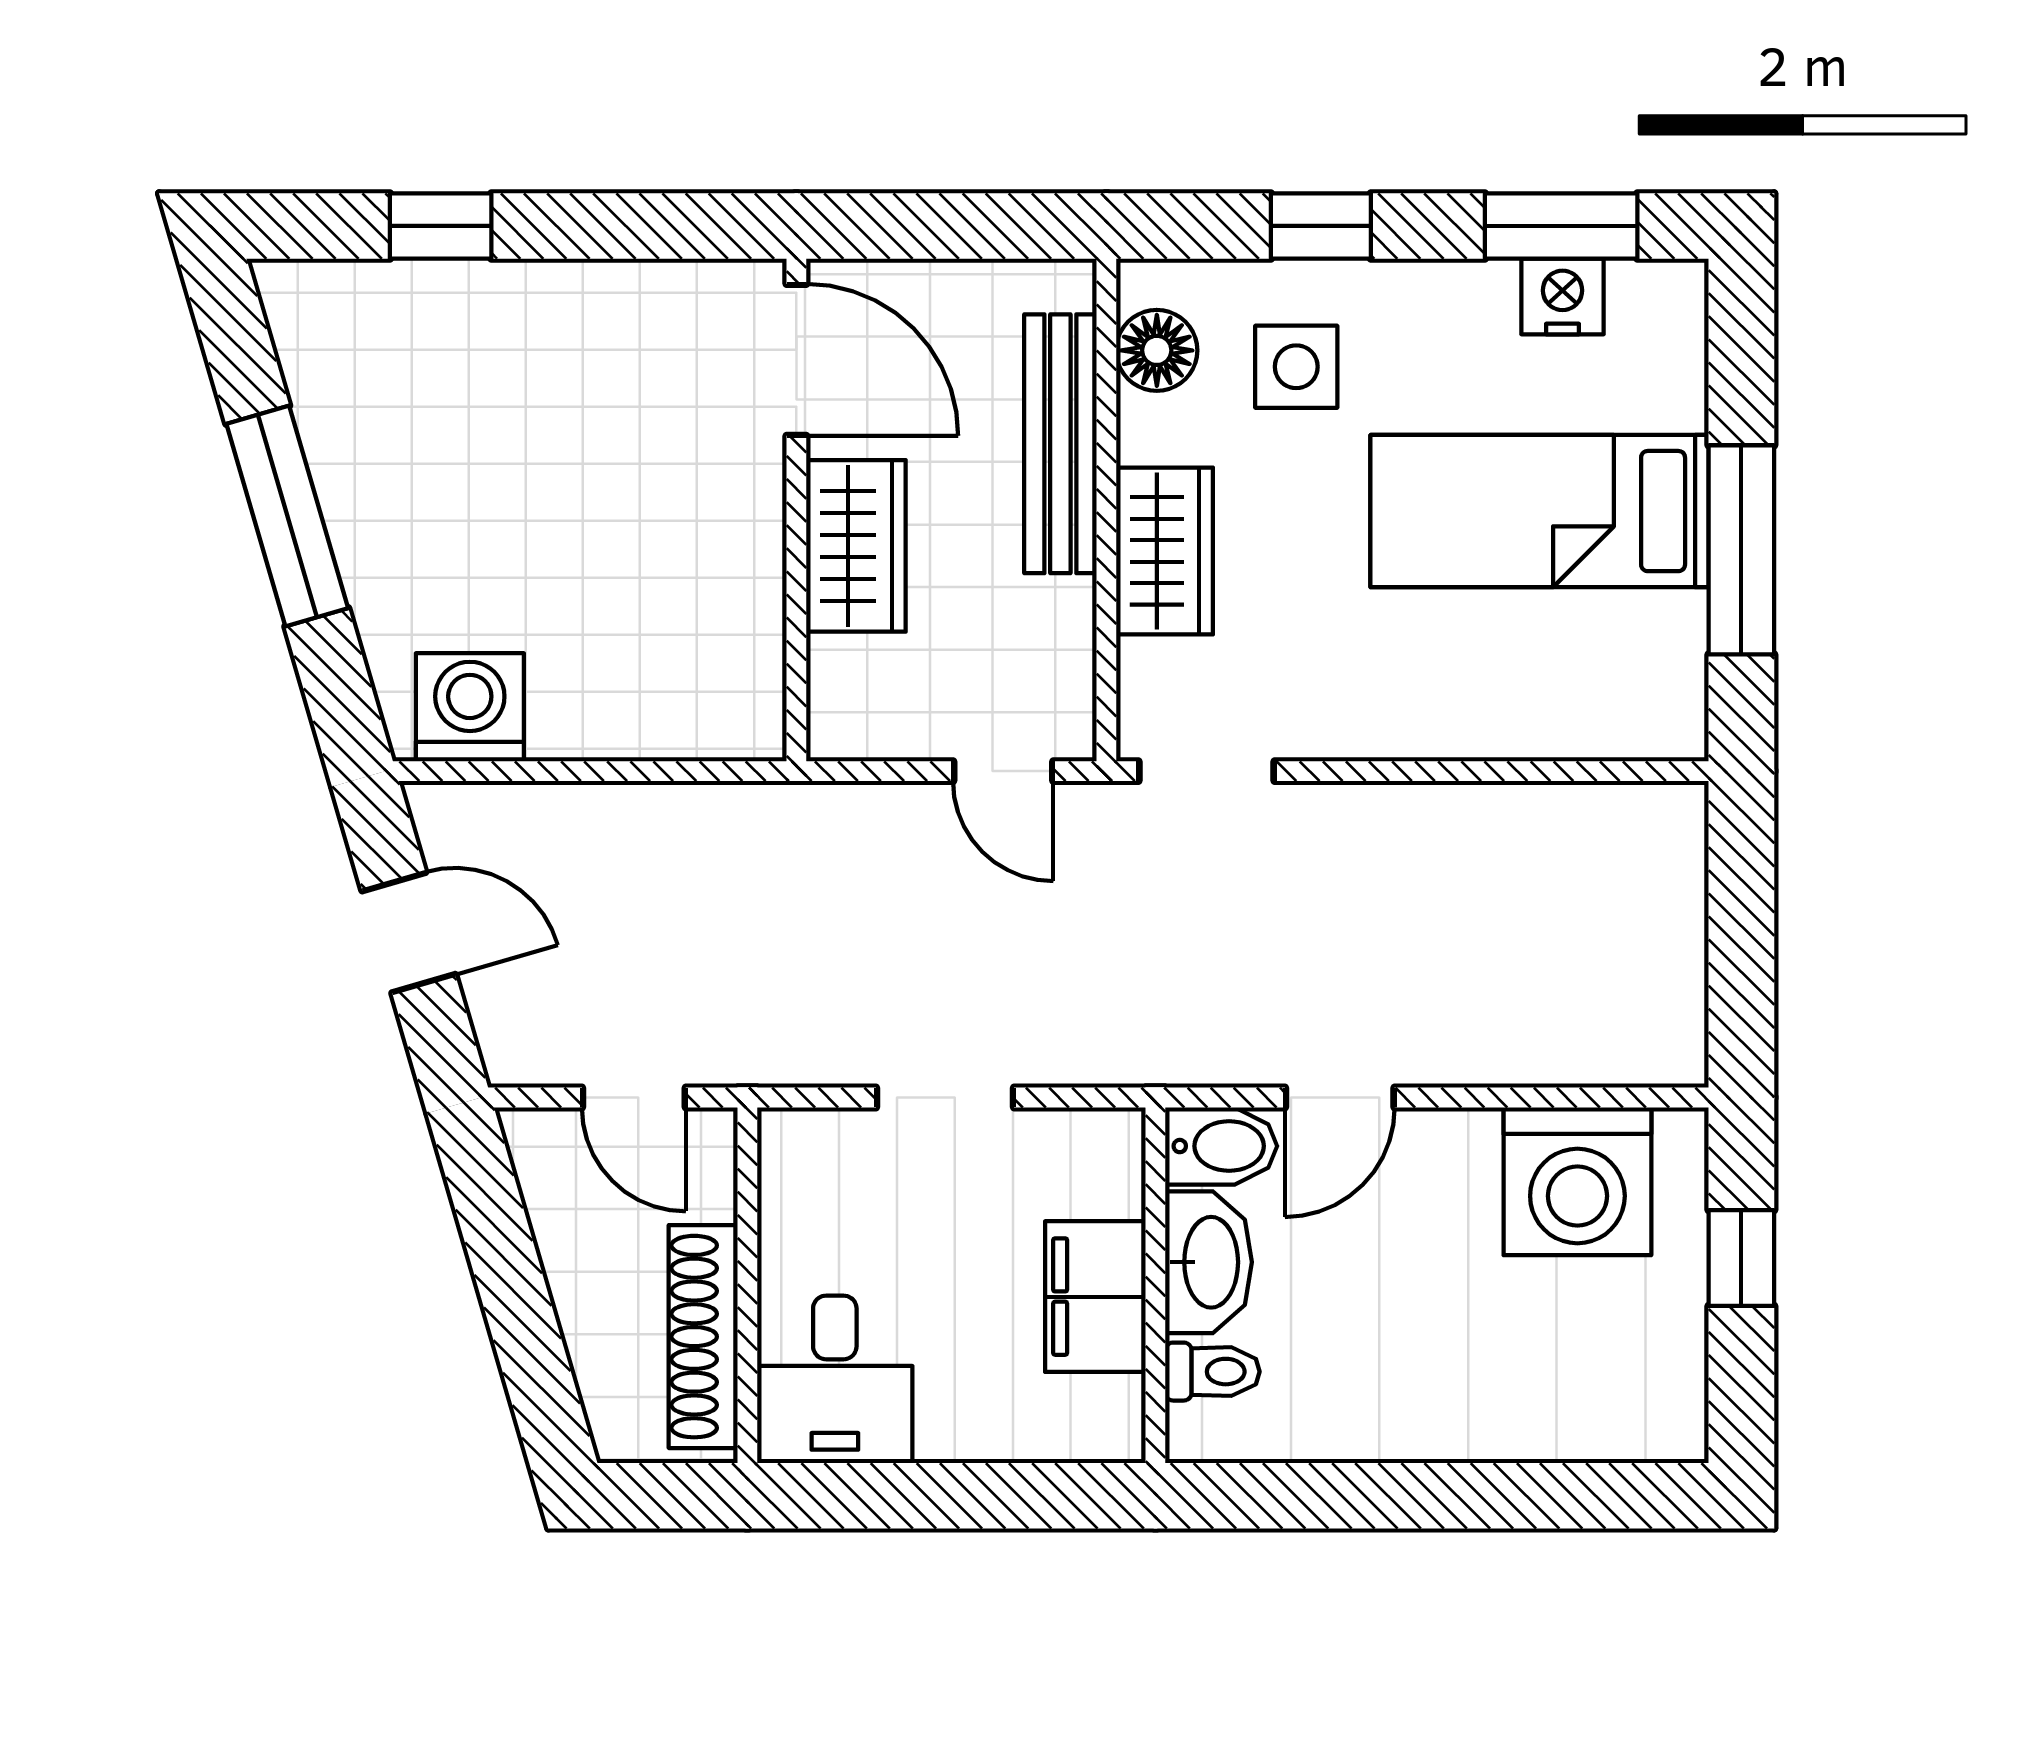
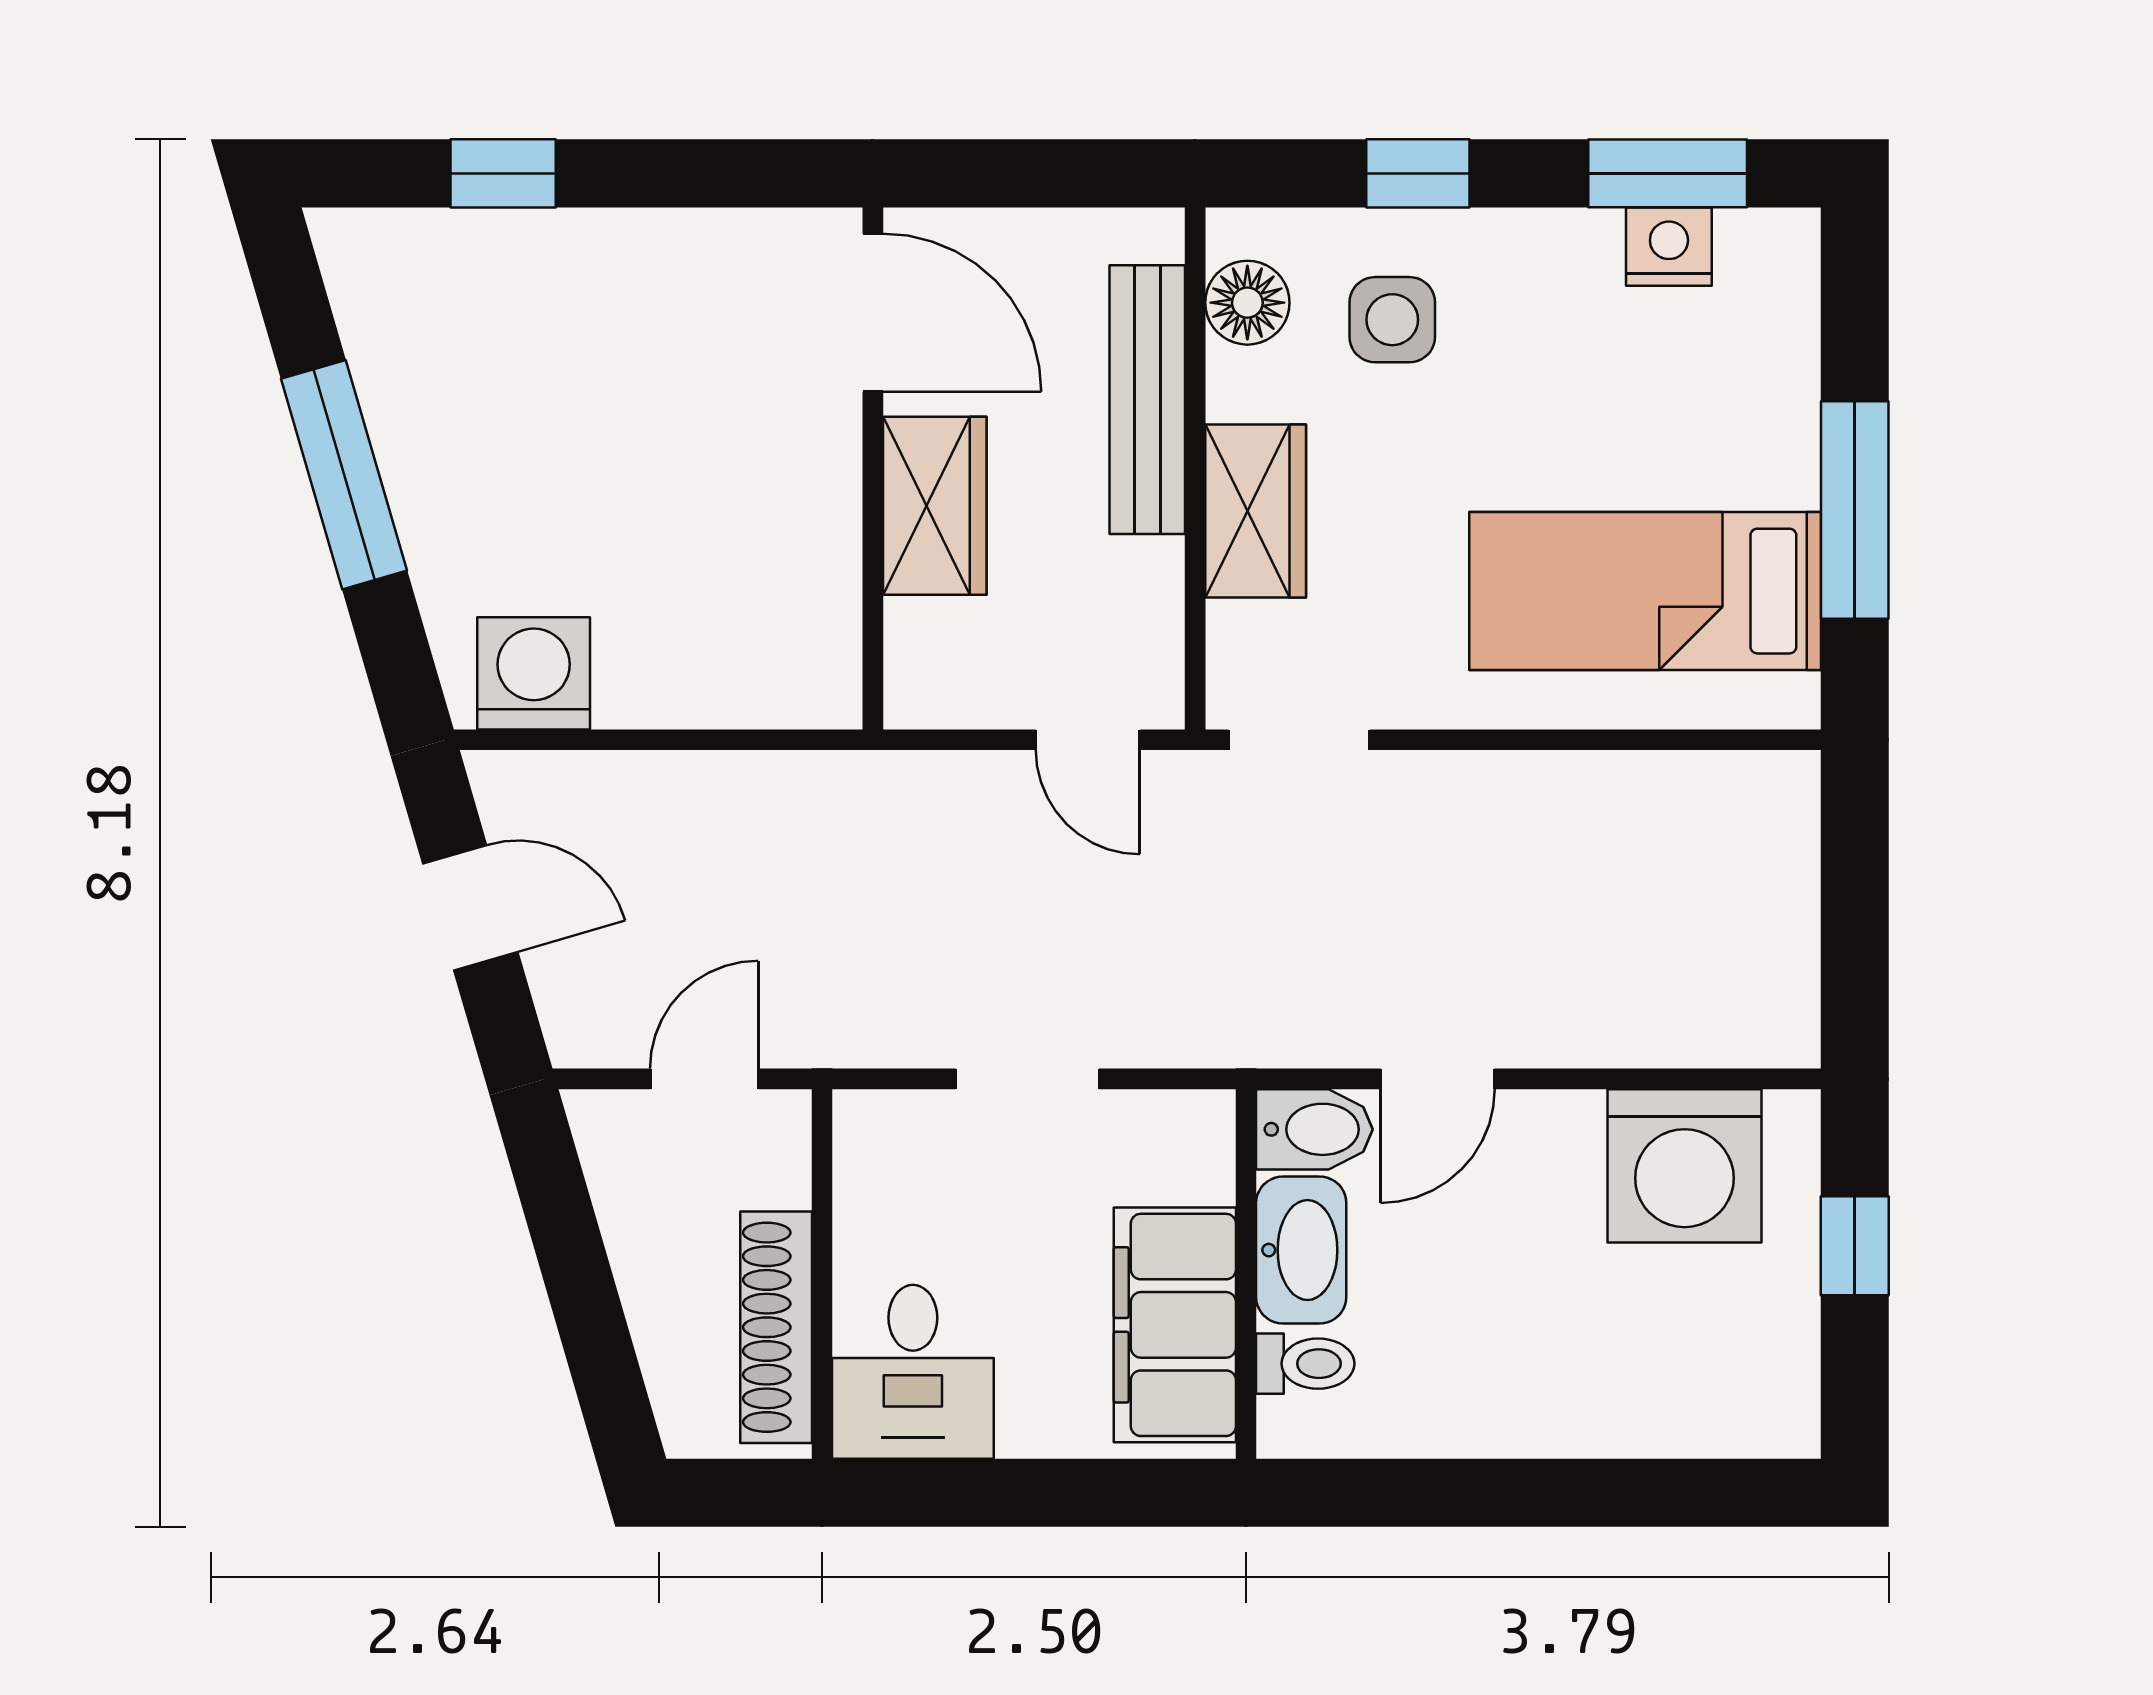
bed: (1540, 511) -> (1645, 591), moved
door: (634, 1098) -> (704, 1079), swing flipped
filing cabinet: (1095, 1297) -> (1175, 1325), width x1.50, depth x1.17

